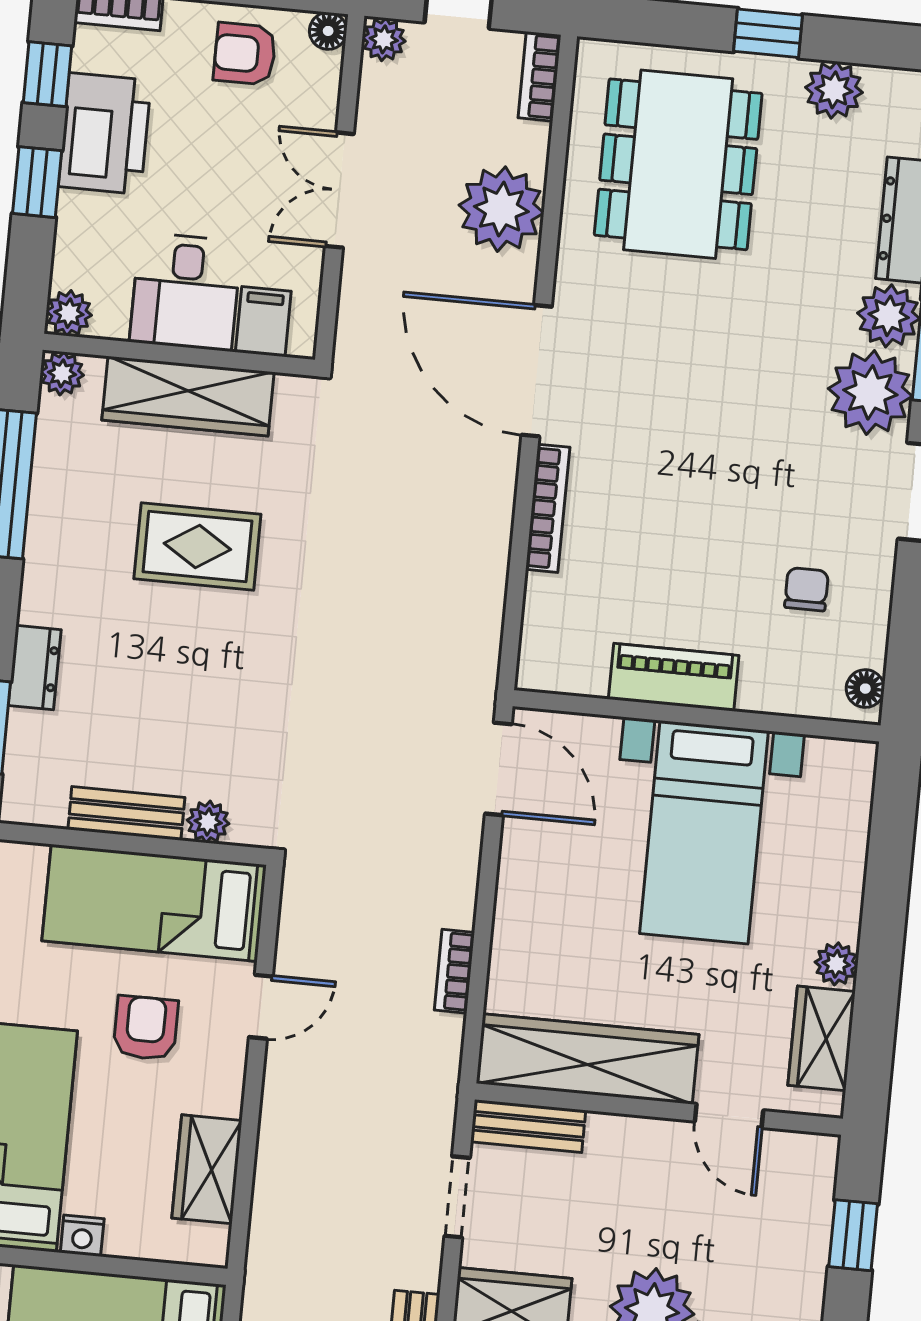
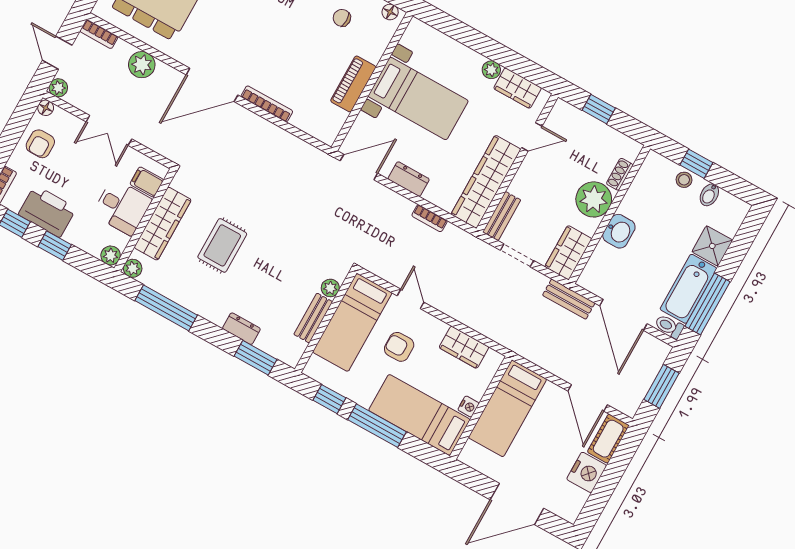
plant: (501, 209) -> (142, 65), width x0.73, depth x0.73
dresser: (520, 888) -> (409, 179), added

